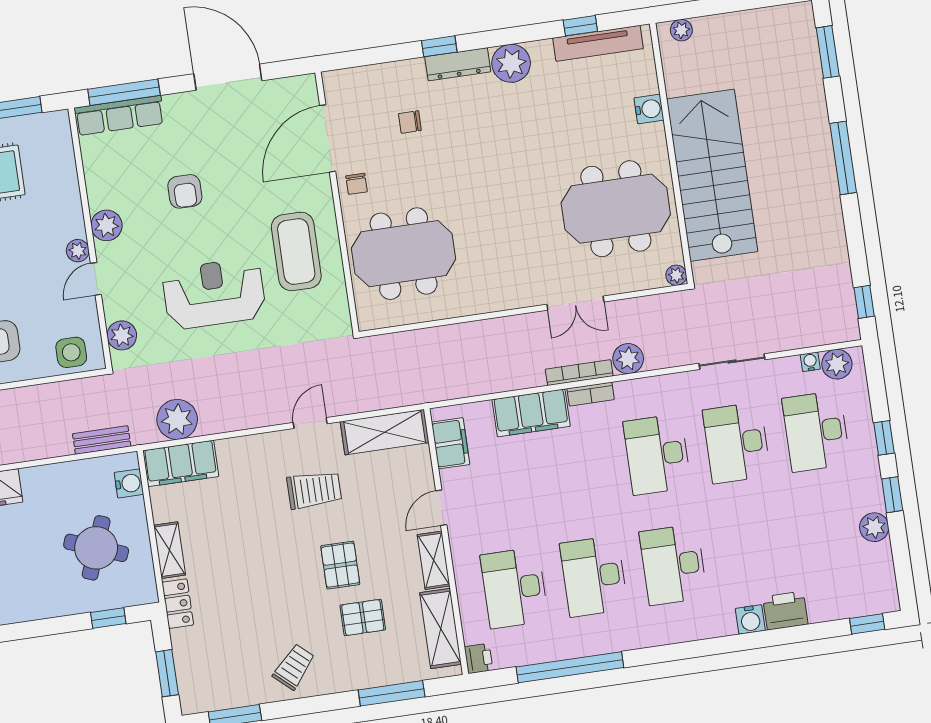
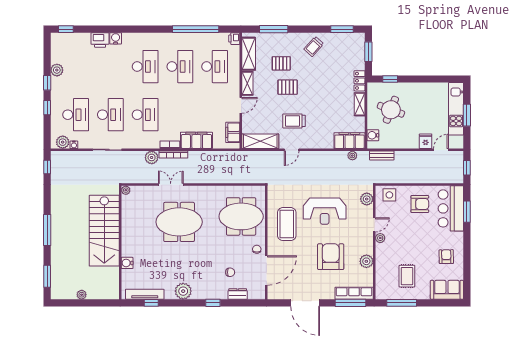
plant: (681, 30) -> (82, 295), moved
dresser: (458, 64) -> (238, 294), moved, width x0.70
armchair: (185, 191) -> (331, 257), width x1.88, depth x1.88
meeting table: (616, 209) -> (179, 222), moved
plant: (107, 225) -> (366, 261), moved
plant: (177, 419) -> (352, 156), width x0.53, depth x0.53
pallet: (340, 565) -> (288, 87), turned 90

